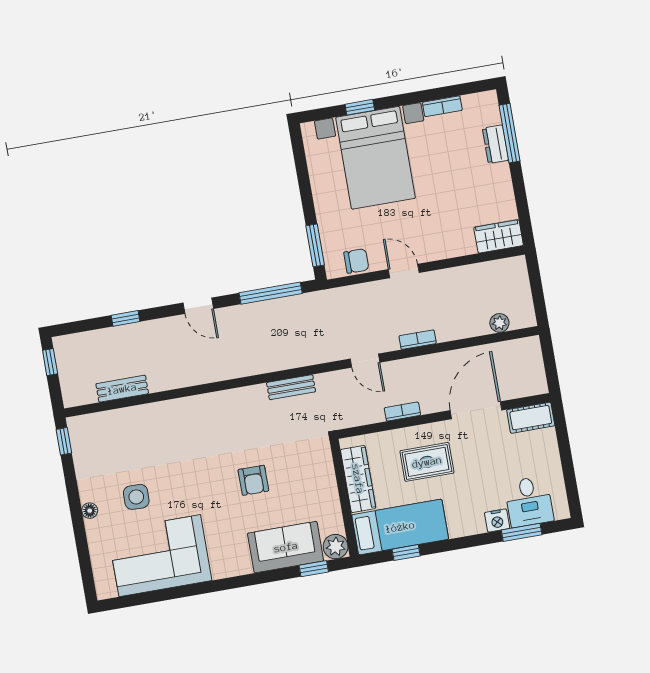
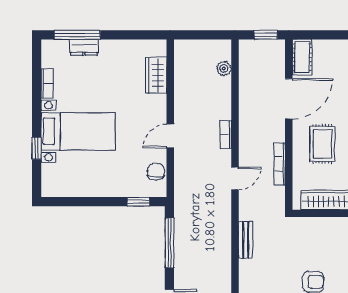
bed with nightstands: (376, 158) -> (78, 131), width x0.73
wardrobe: (499, 236) -> (156, 76), moved
window: (315, 245) -> (138, 202), width x0.67
window: (550, 368) -> (266, 35), added
door: (476, 410) -> (289, 99), swing flipped
bookcase: (402, 412) -> (280, 164), width x1.56

